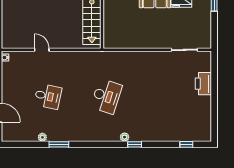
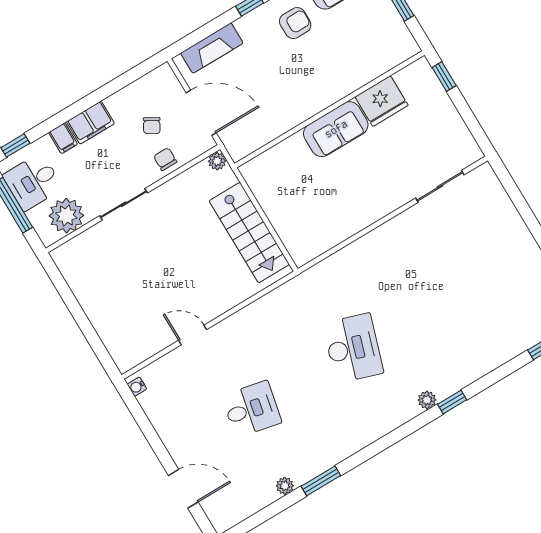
printer: (203, 84) -> (508, 225), removed

